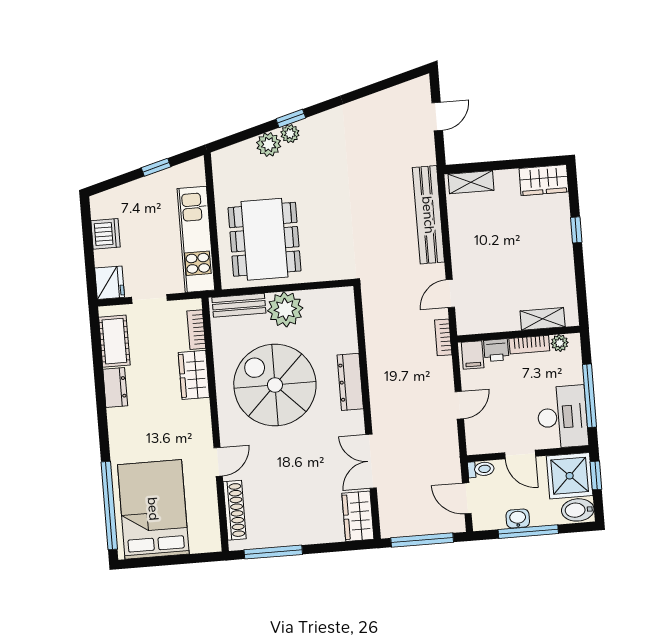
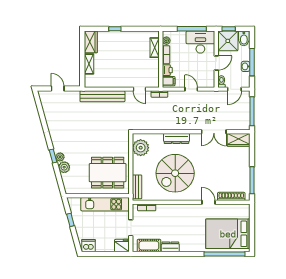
shelving: (471, 182) -> (89, 64), moved
dishwasher: (106, 234) -> (88, 246), moved
plant: (285, 309) -> (141, 148), moved
wardrobe: (194, 375) -> (167, 210), removed

